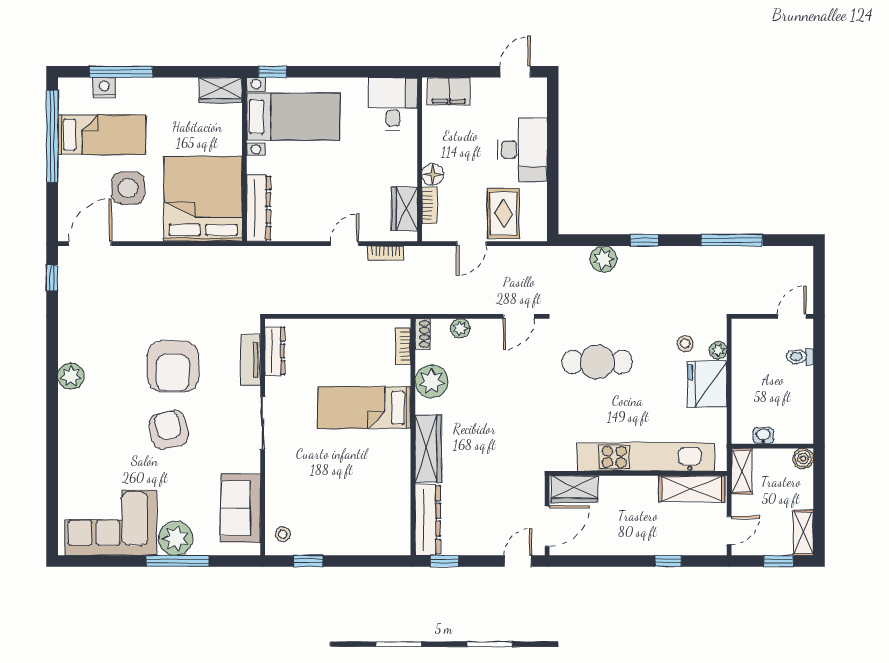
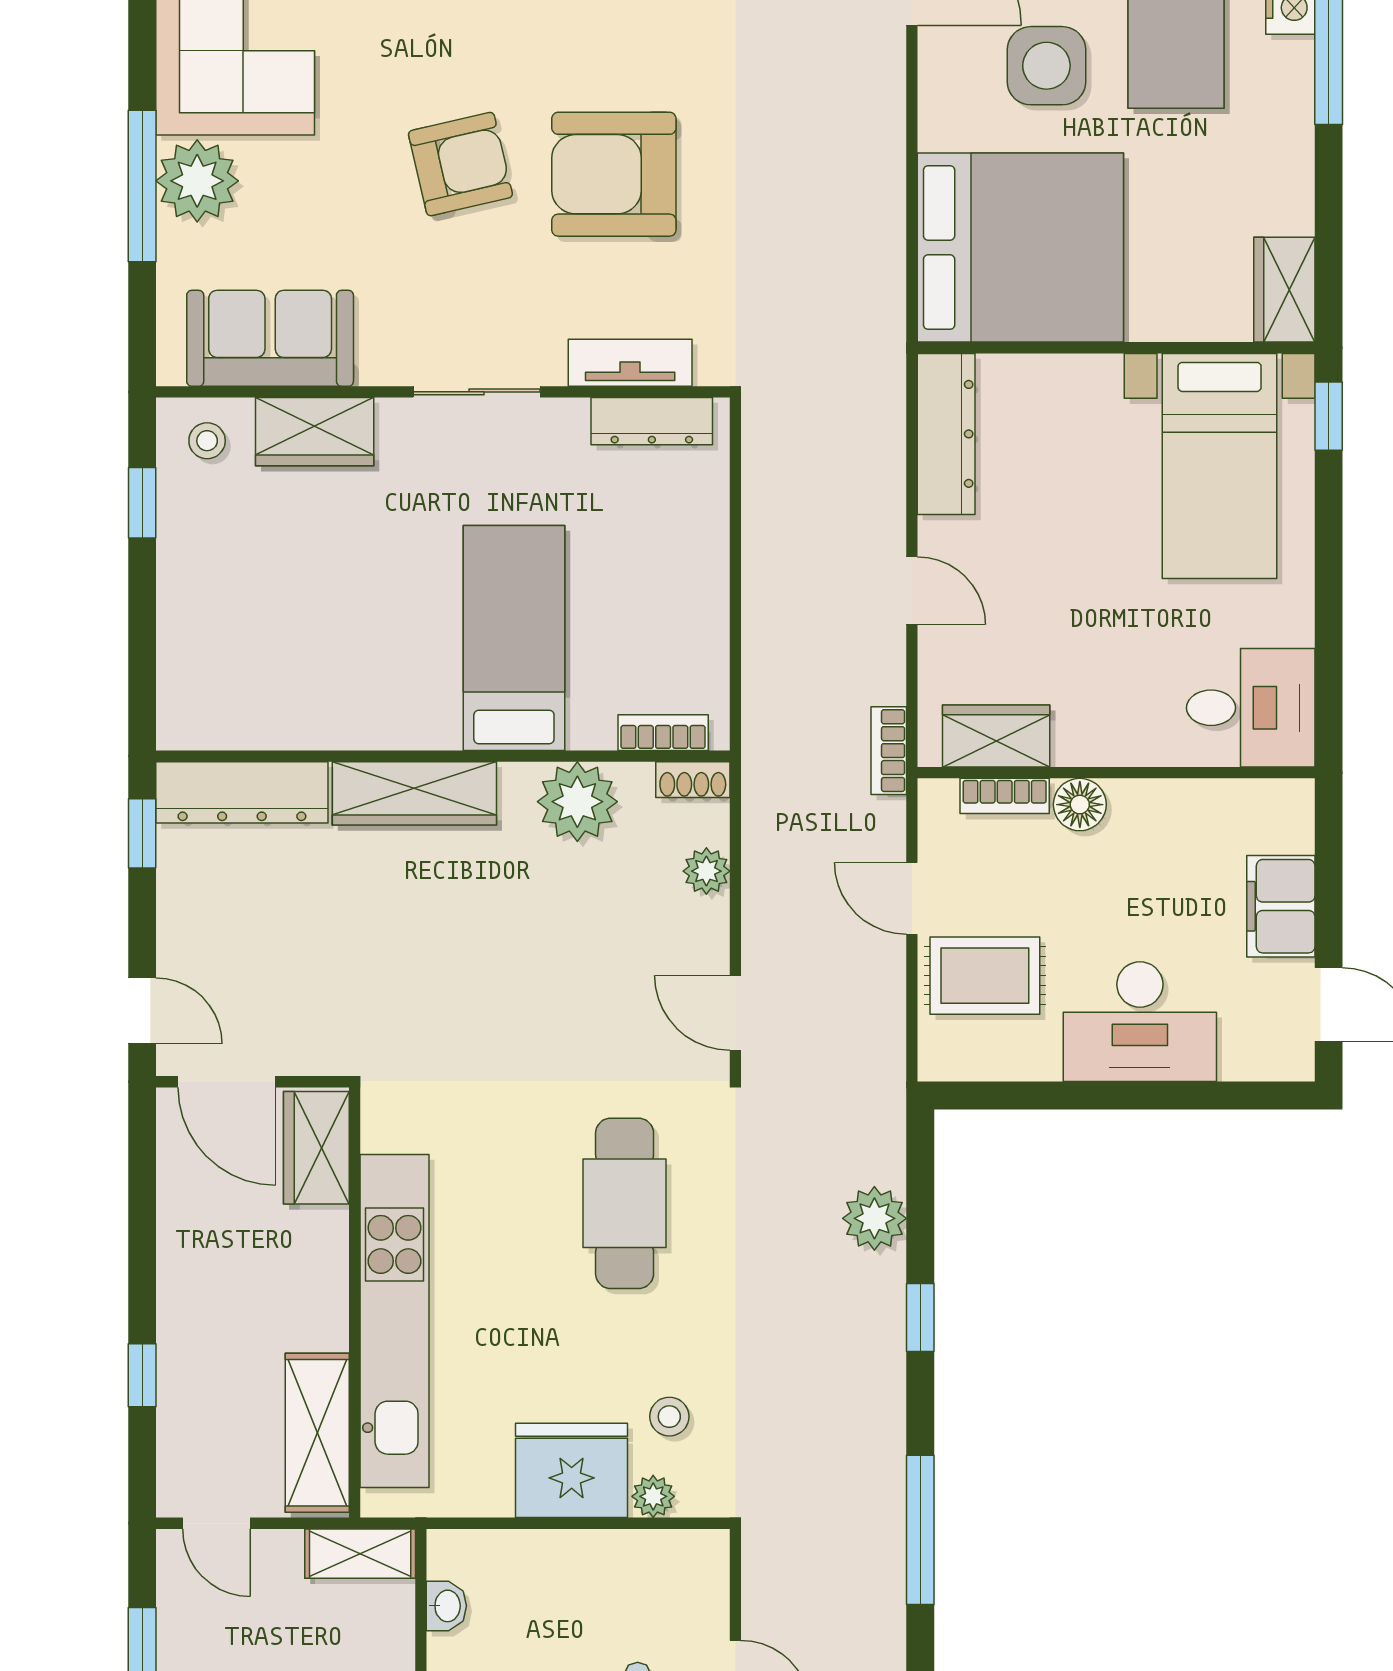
filing cabinet: (449, 91) -> (1281, 906), moved
dresser: (259, 208) -> (946, 434), moved, turned -90
bookcase: (386, 253) -> (889, 751), moved
wardrobe: (279, 490) -> (315, 432), added

